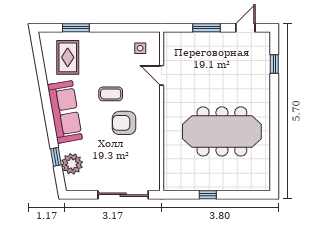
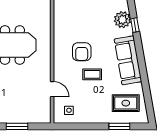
rug: (68, 57) -> (126, 103), turned 90
armchair: (124, 123) -> (82, 52), turned 90

